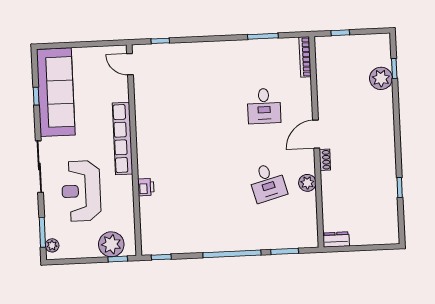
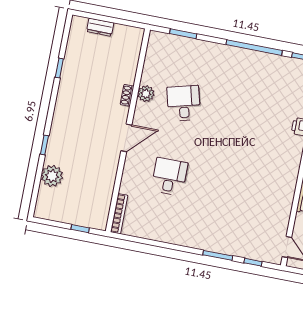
window: (263, 36) -> (218, 255), moved
window: (394, 68) -> (44, 145), moved
shoe rack: (325, 160) -> (127, 95), moved
dresser: (336, 239) -> (100, 27), moved
window: (232, 254) -> (254, 48), moved

